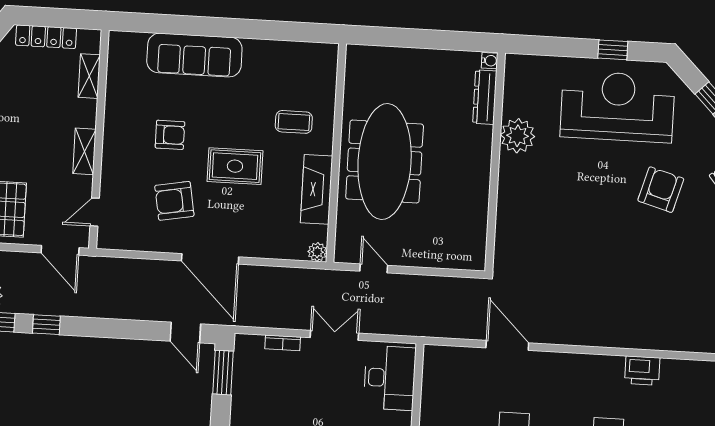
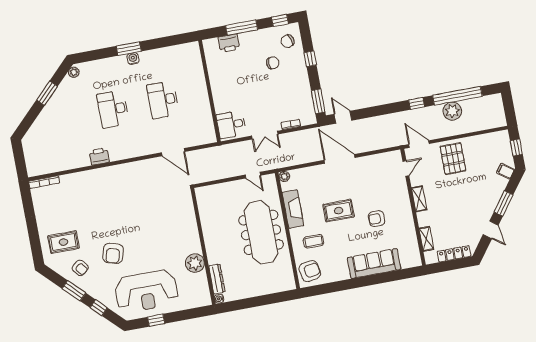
armchair: (174, 201) -> (310, 271), moved
desk: (390, 378) -> (231, 124), width x0.73

